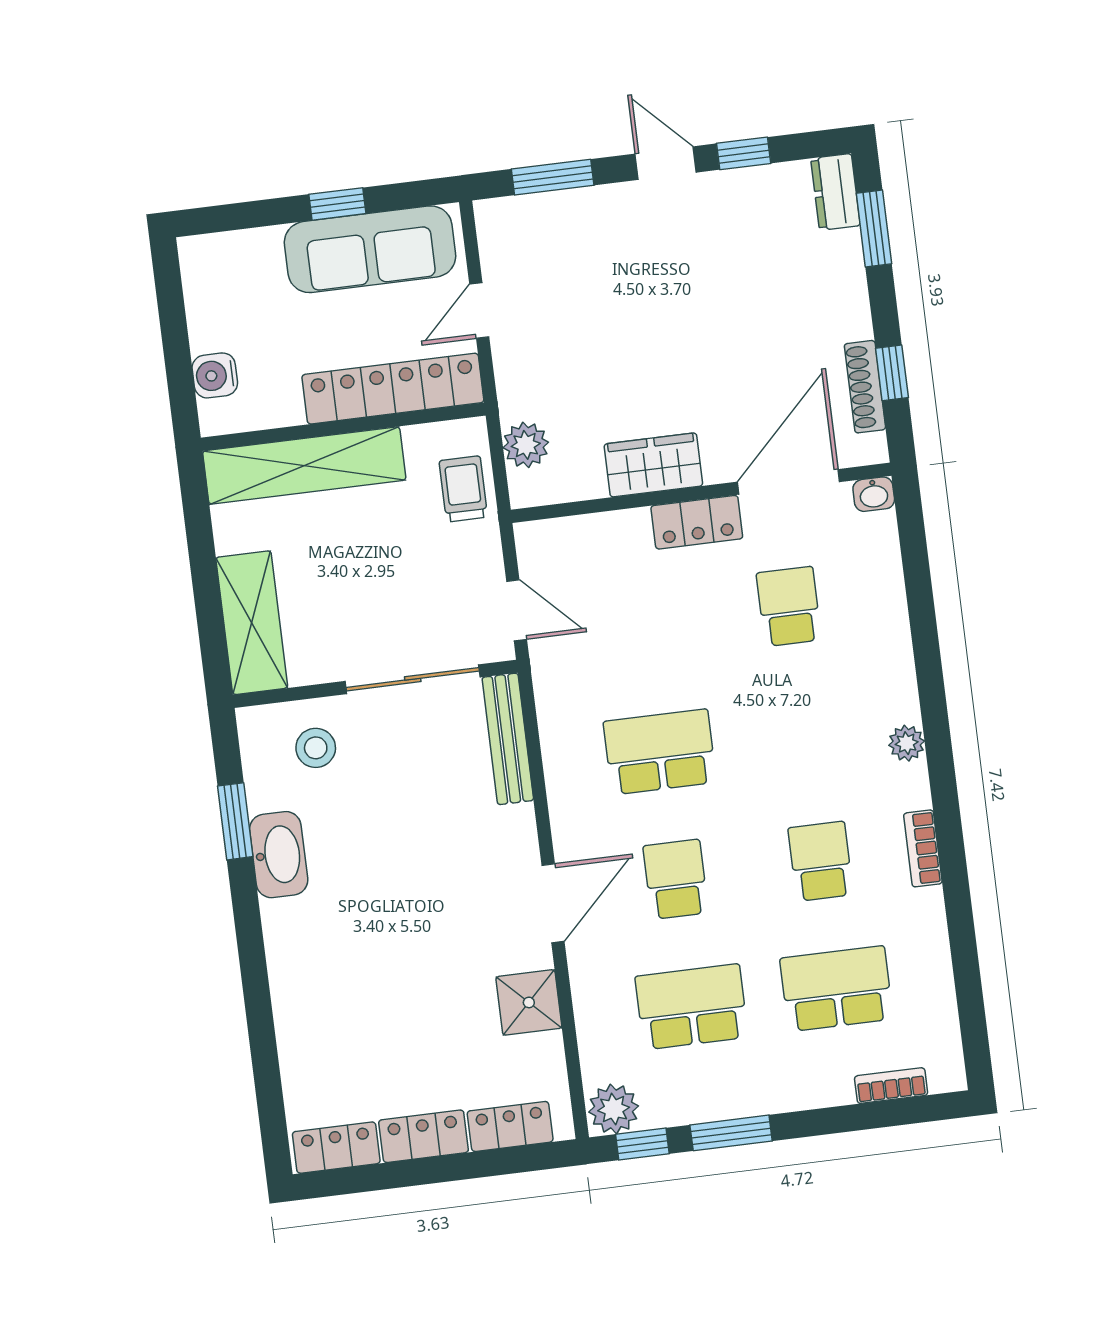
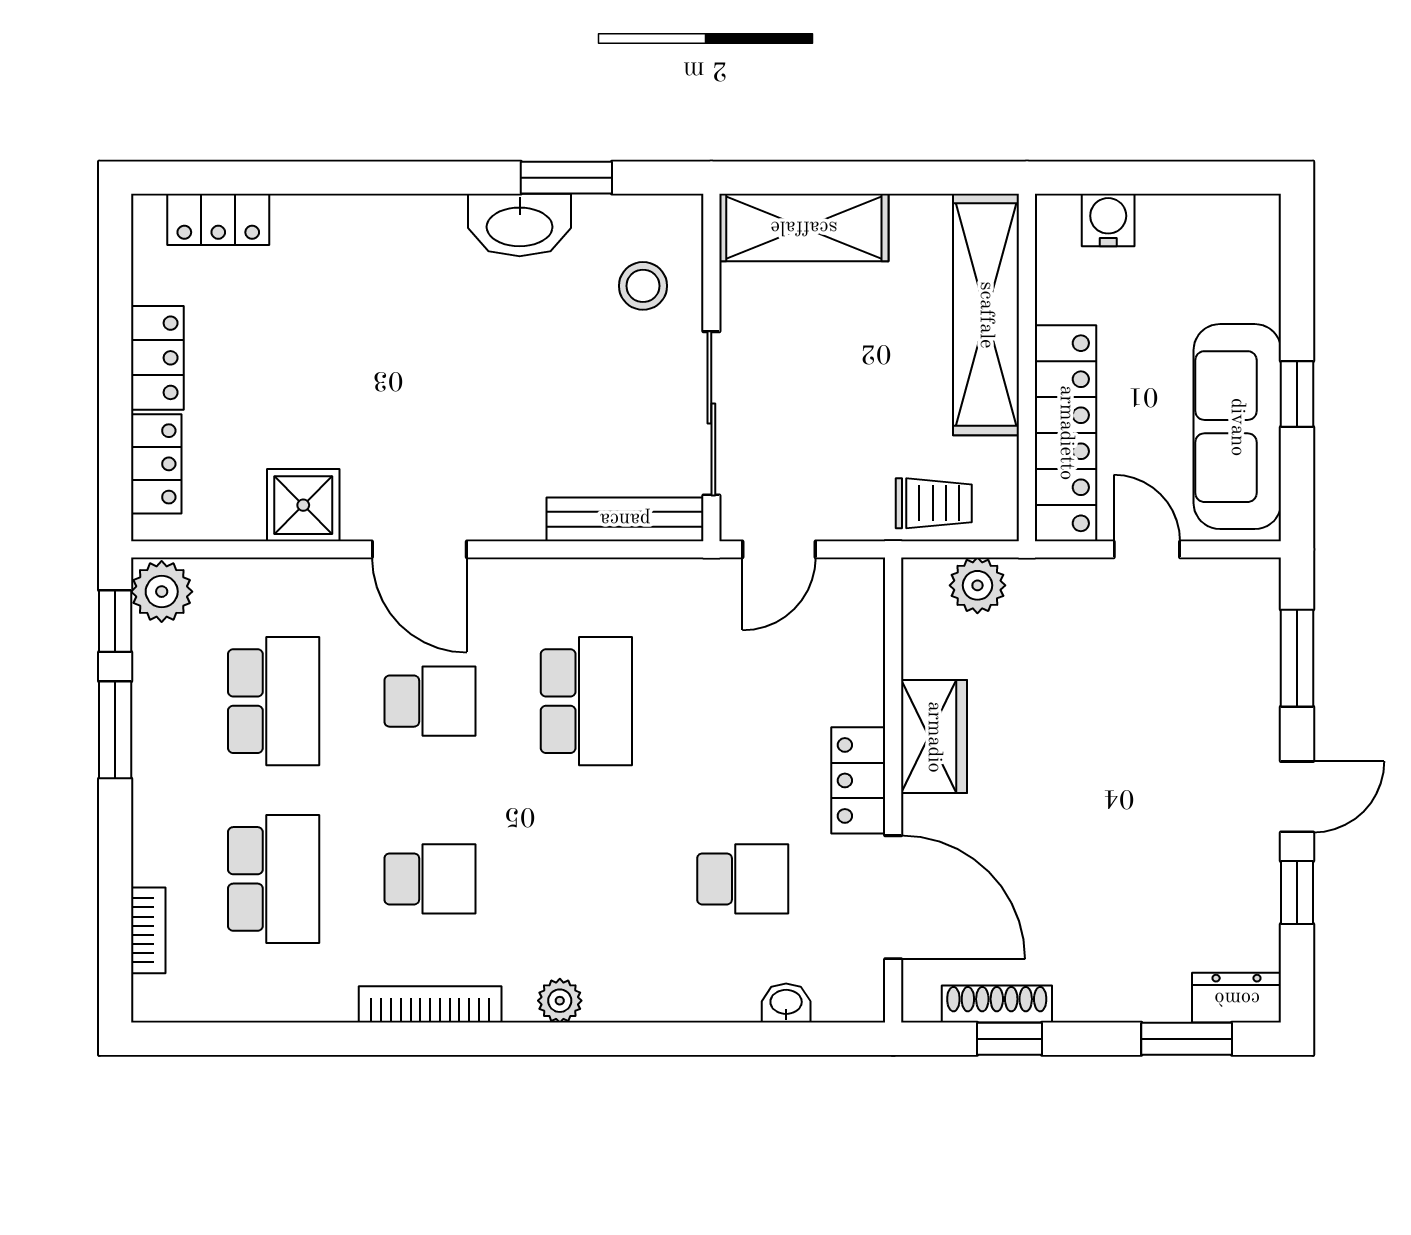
washbasin: (874, 494) -> (786, 1003), moved, turned 90
bookcase: (923, 848) -> (430, 1004), width x1.56
locker: (336, 1148) -> (218, 219), moved, turned 90

